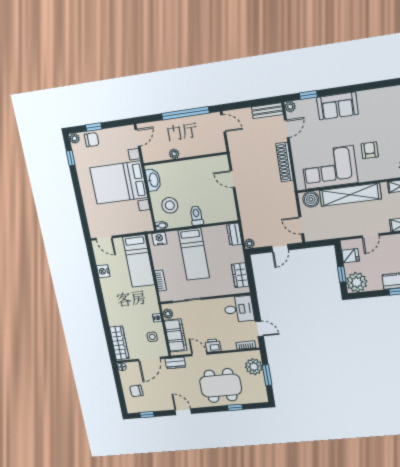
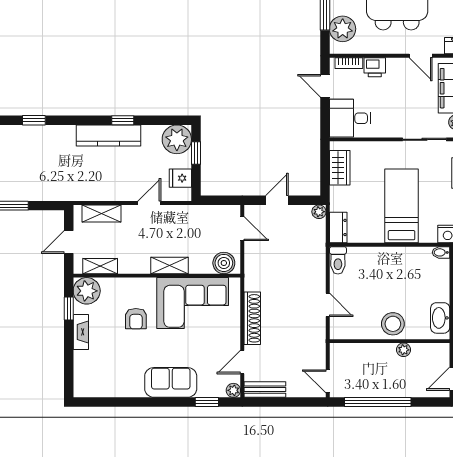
shelving: (350, 195) -> (169, 265), width x0.45, depth x0.75
stool: (170, 205) -> (393, 324), moved
toilet: (196, 216) -> (338, 260), moved
printer: (213, 345) -> (375, 67), moved

